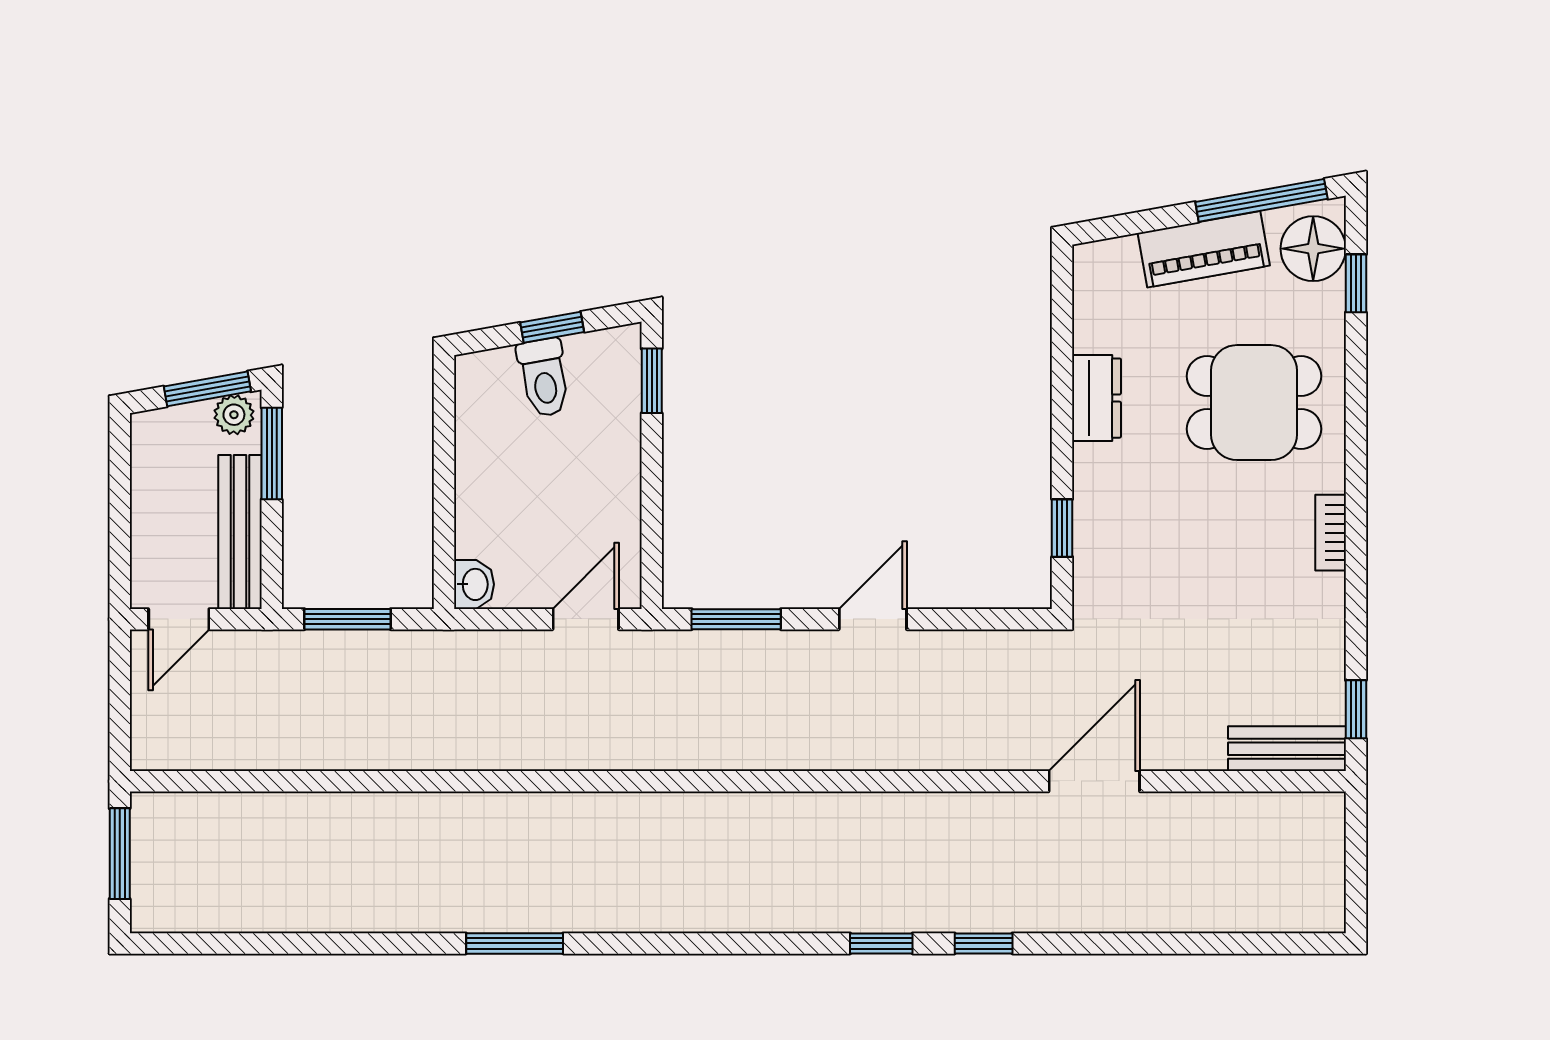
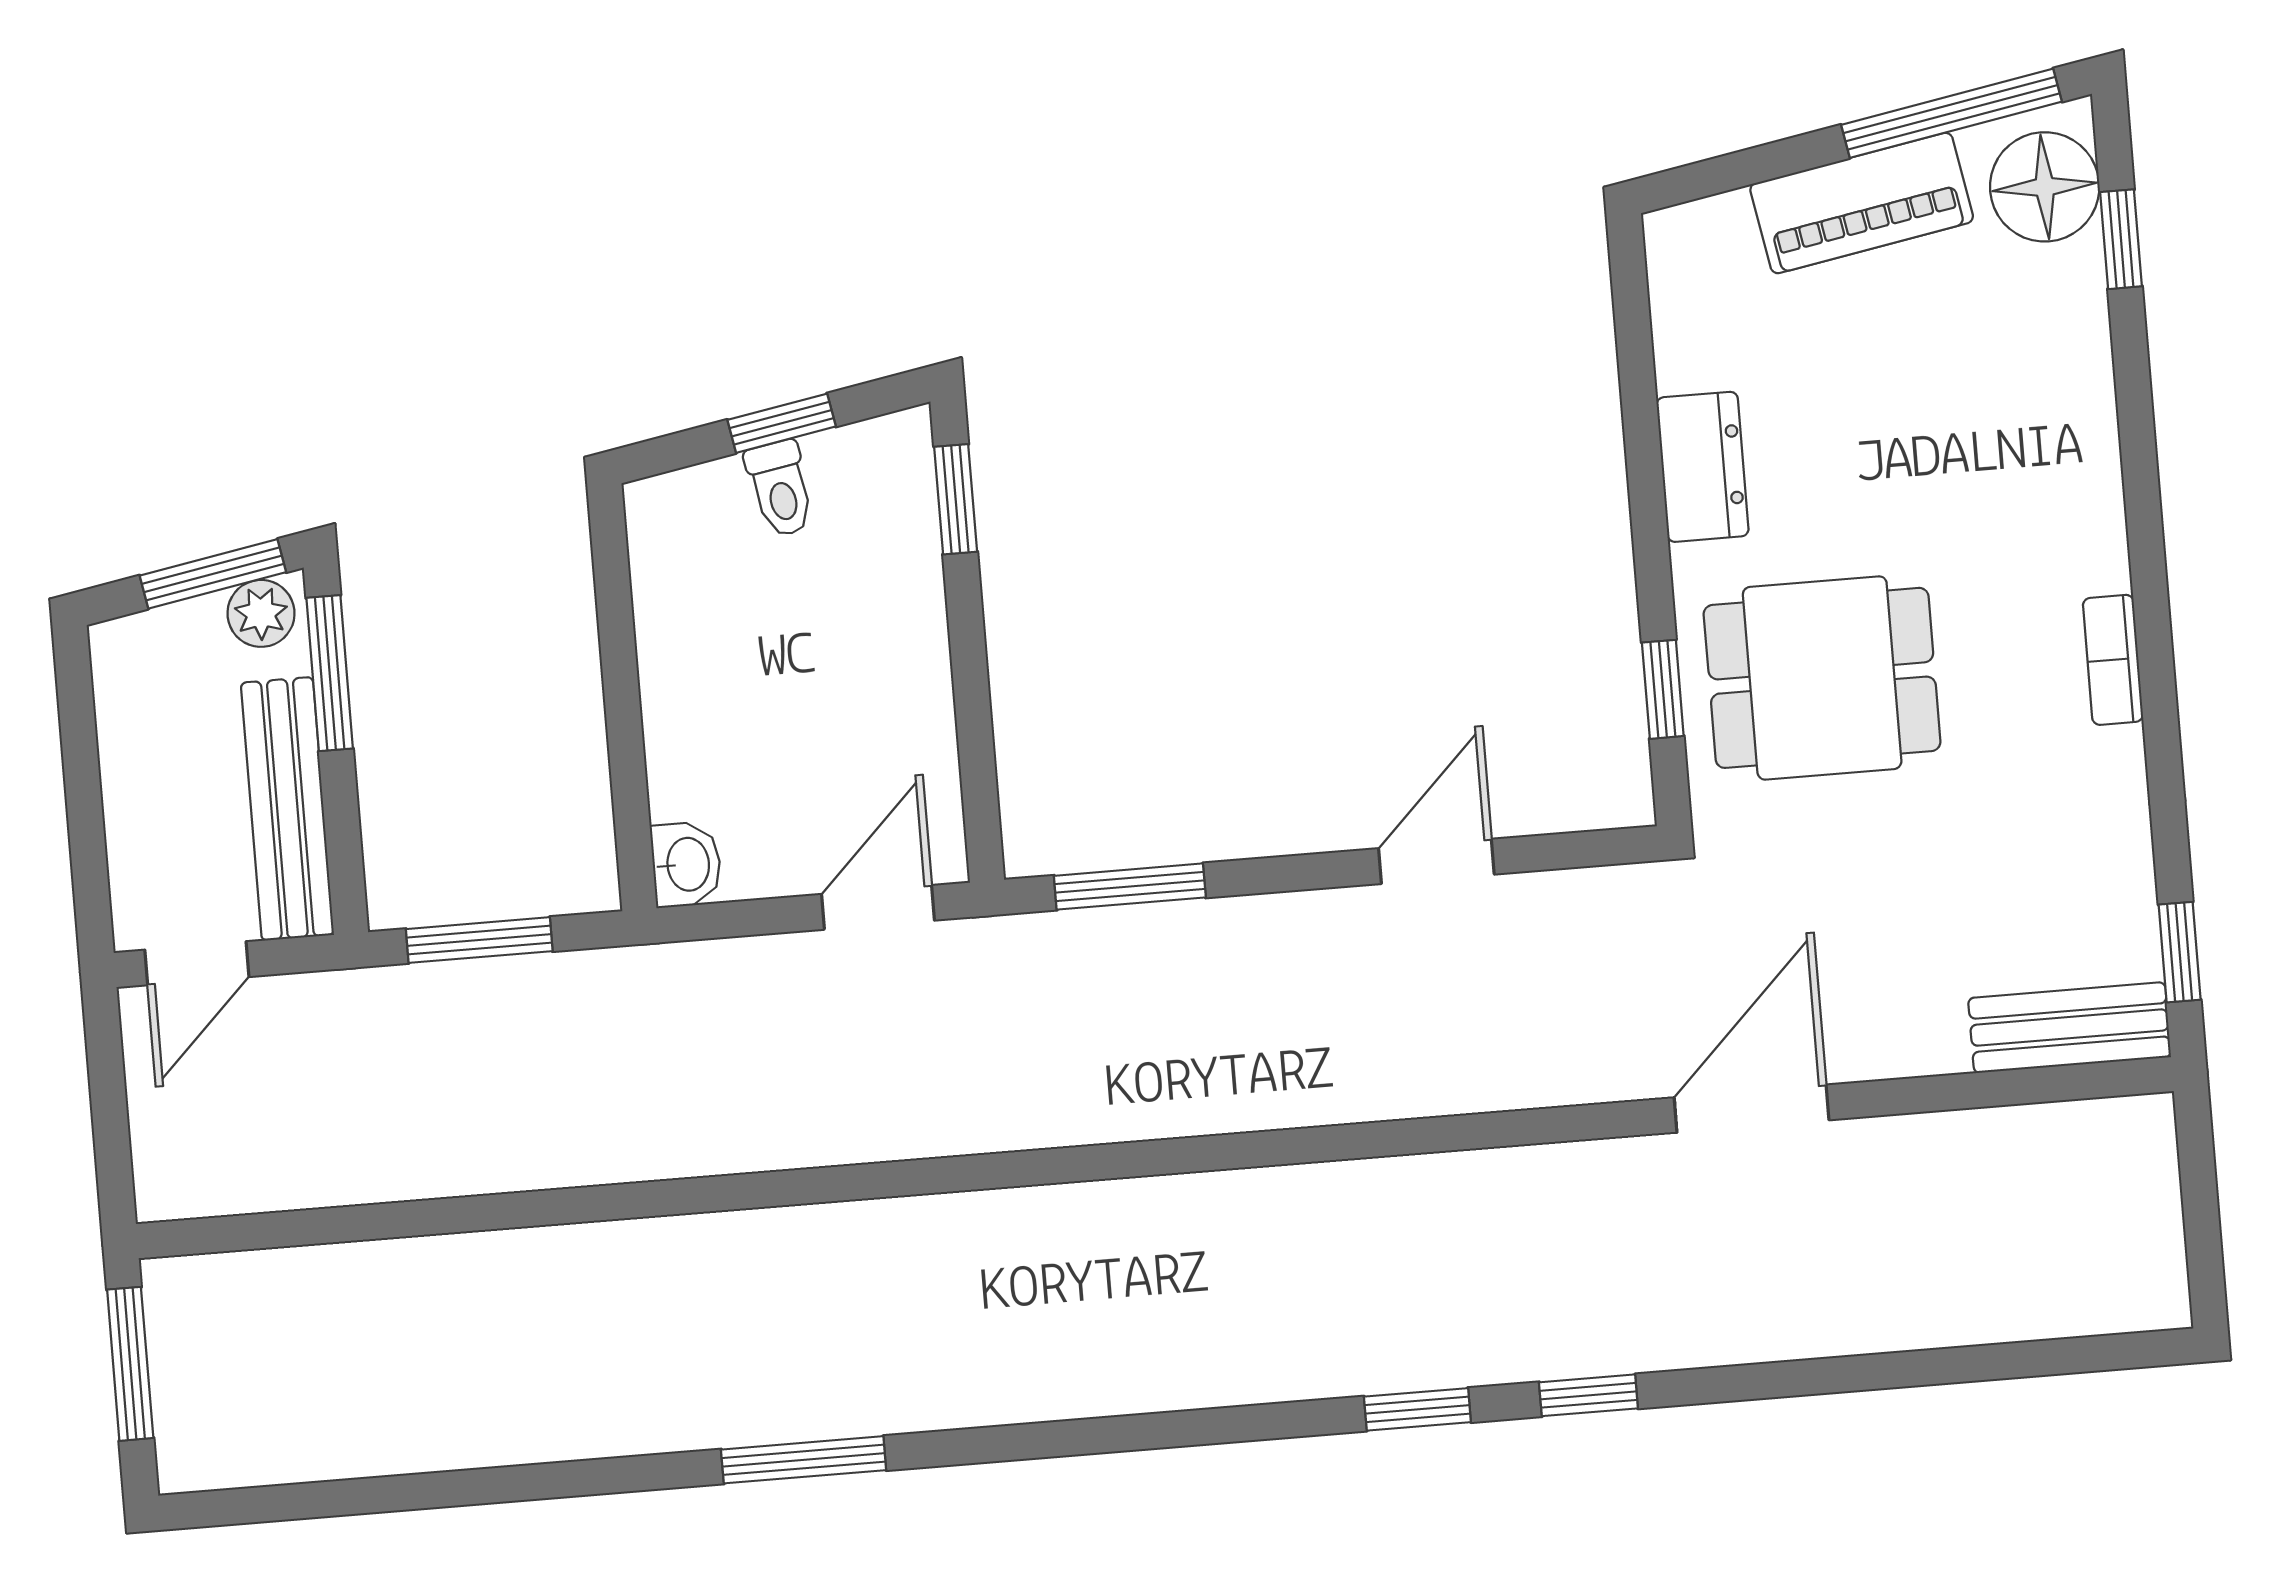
toilet: (544, 377) -> (780, 489), width x0.73, depth x0.72
dining table: (1254, 403) -> (1822, 678), moved
door: (873, 619) -> (1436, 861), moved

